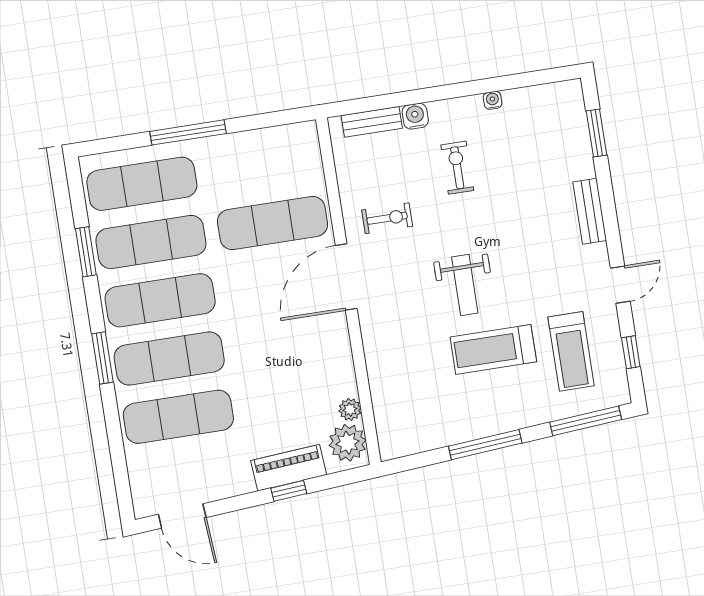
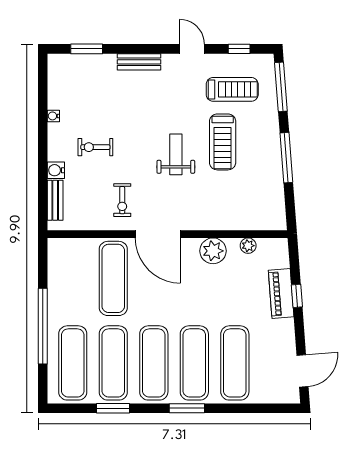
window: (188, 132) -> (43, 326), width x1.46
exercise bike: (387, 218) -> (122, 200), turned 180
weight bench: (465, 285) -> (176, 154), turned -90
plant: (348, 443) -> (213, 251), moved

